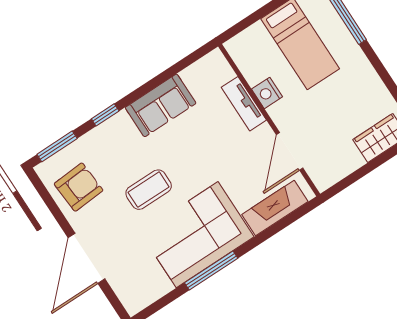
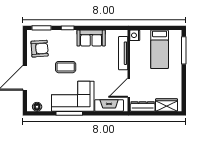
nightstand: (267, 93) -> (135, 35), moved
tv unit: (244, 104) -> (123, 53), width x1.41
dresser: (338, 170) -> (143, 107), added
floor lamp: (144, 297) -> (37, 107), added

